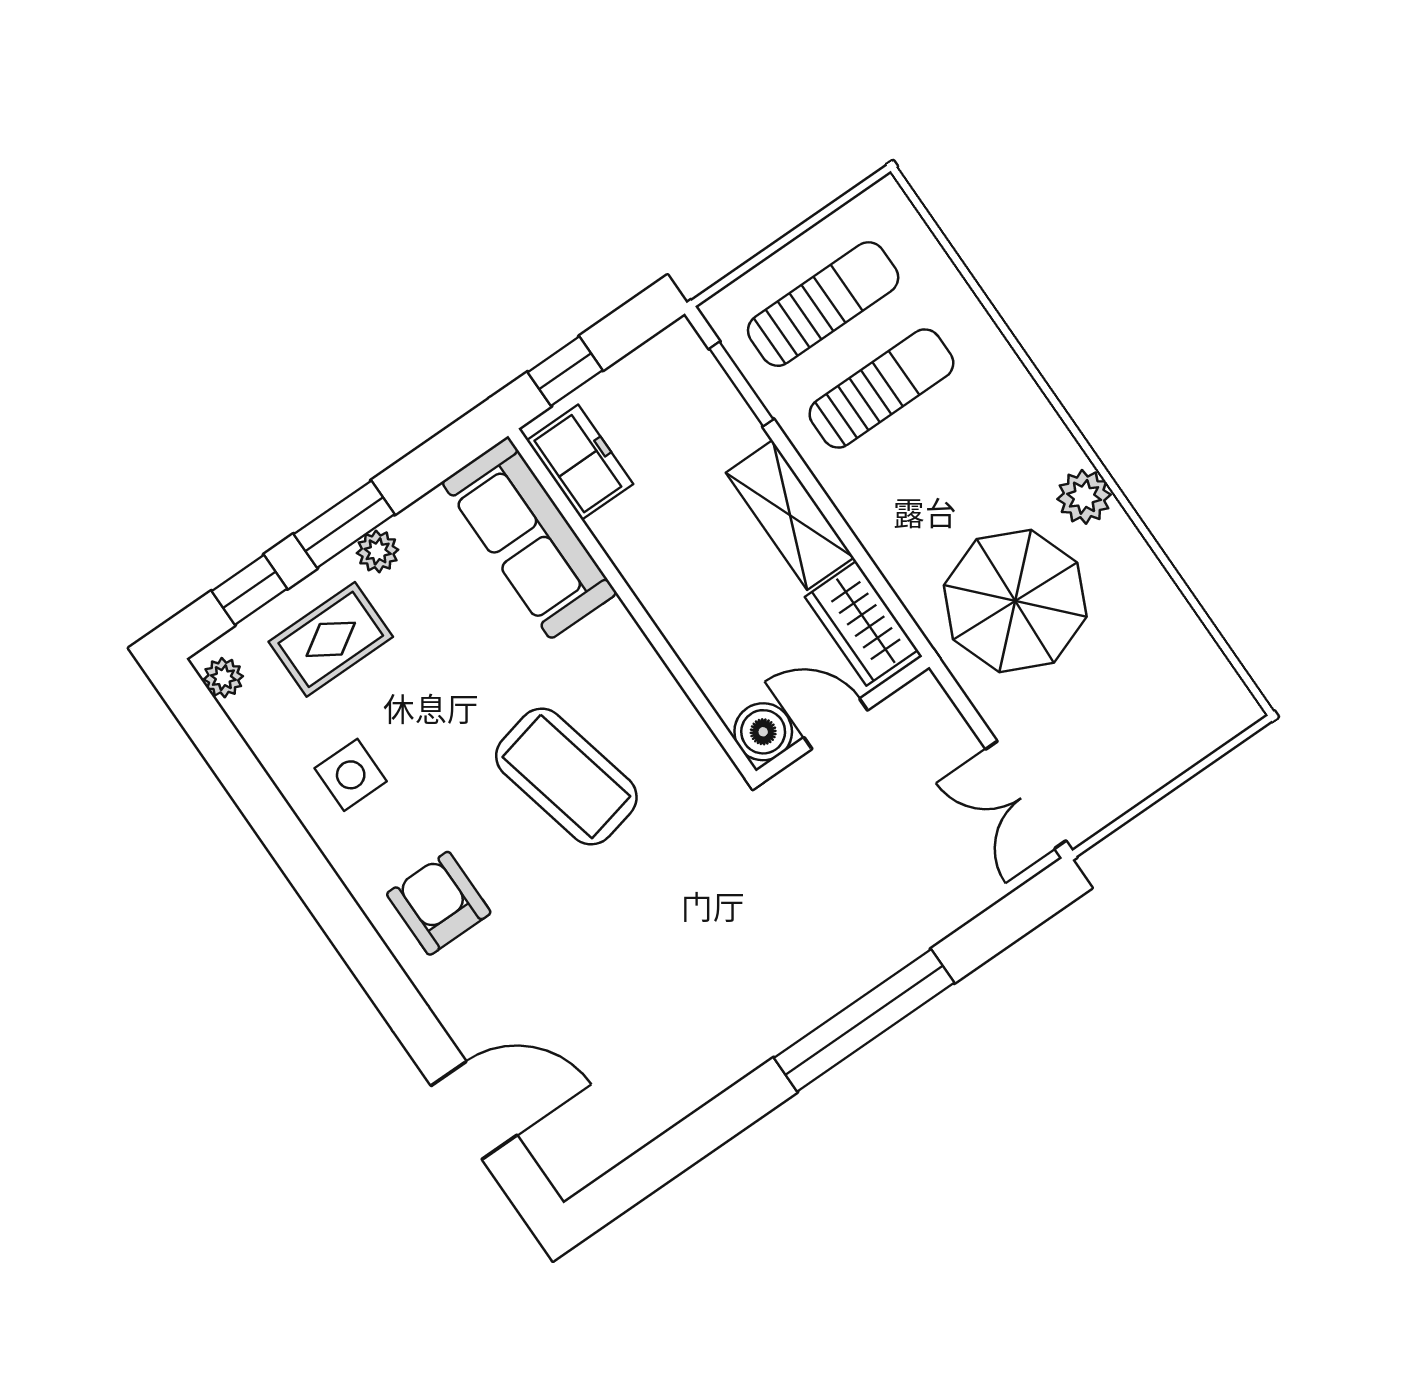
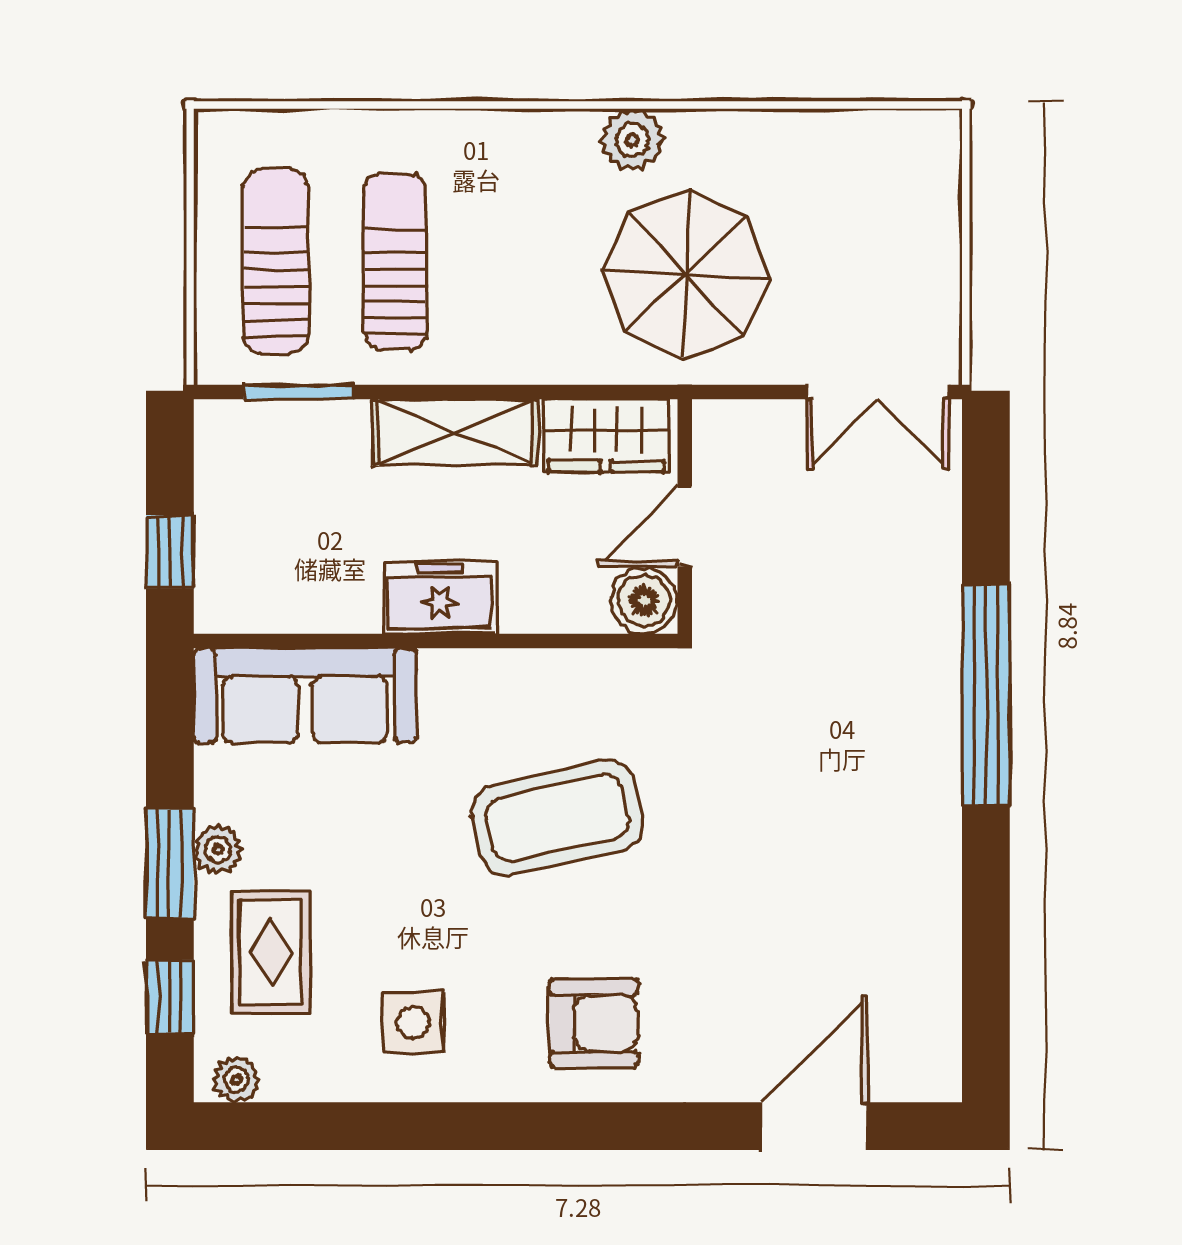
freezer: (580, 462) -> (440, 598), moved
armchair: (439, 903) -> (594, 1023), turned 180

